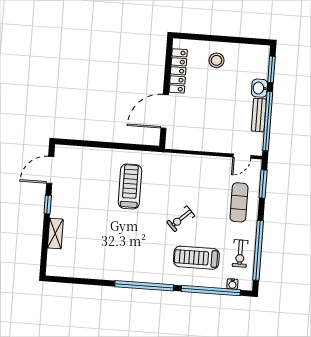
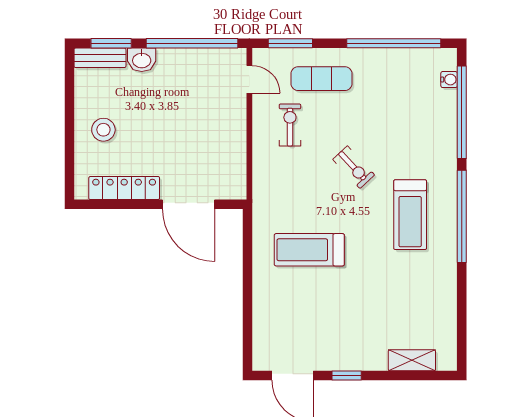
bench: (259, 115) -> (100, 58), moved
shelving: (55, 233) -> (412, 360), moved
exercise bike: (240, 253) -> (290, 125), moved, turned -90
treadmill: (196, 258) -> (410, 215), moved

